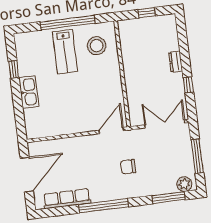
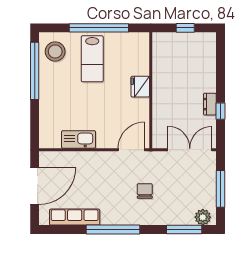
stool: (97, 46) -> (55, 51), moved
dresser: (176, 62) -> (210, 104), moved
window: (14, 69) -> (35, 71), width x3.17
fridge: (112, 72) -> (140, 87), added
kitchen sink: (29, 92) -> (78, 139), moved, turned -90
chair: (128, 167) -> (145, 191), turned 90

